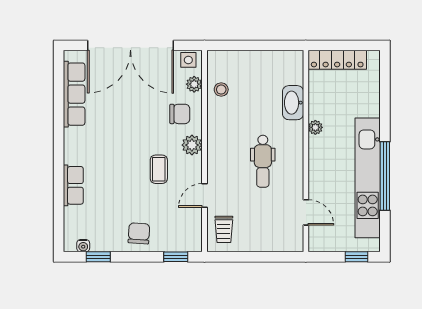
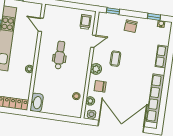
row of seats: (74, 94) -> (155, 98), width x1.36
washbasin: (293, 103) -> (37, 102), moved

